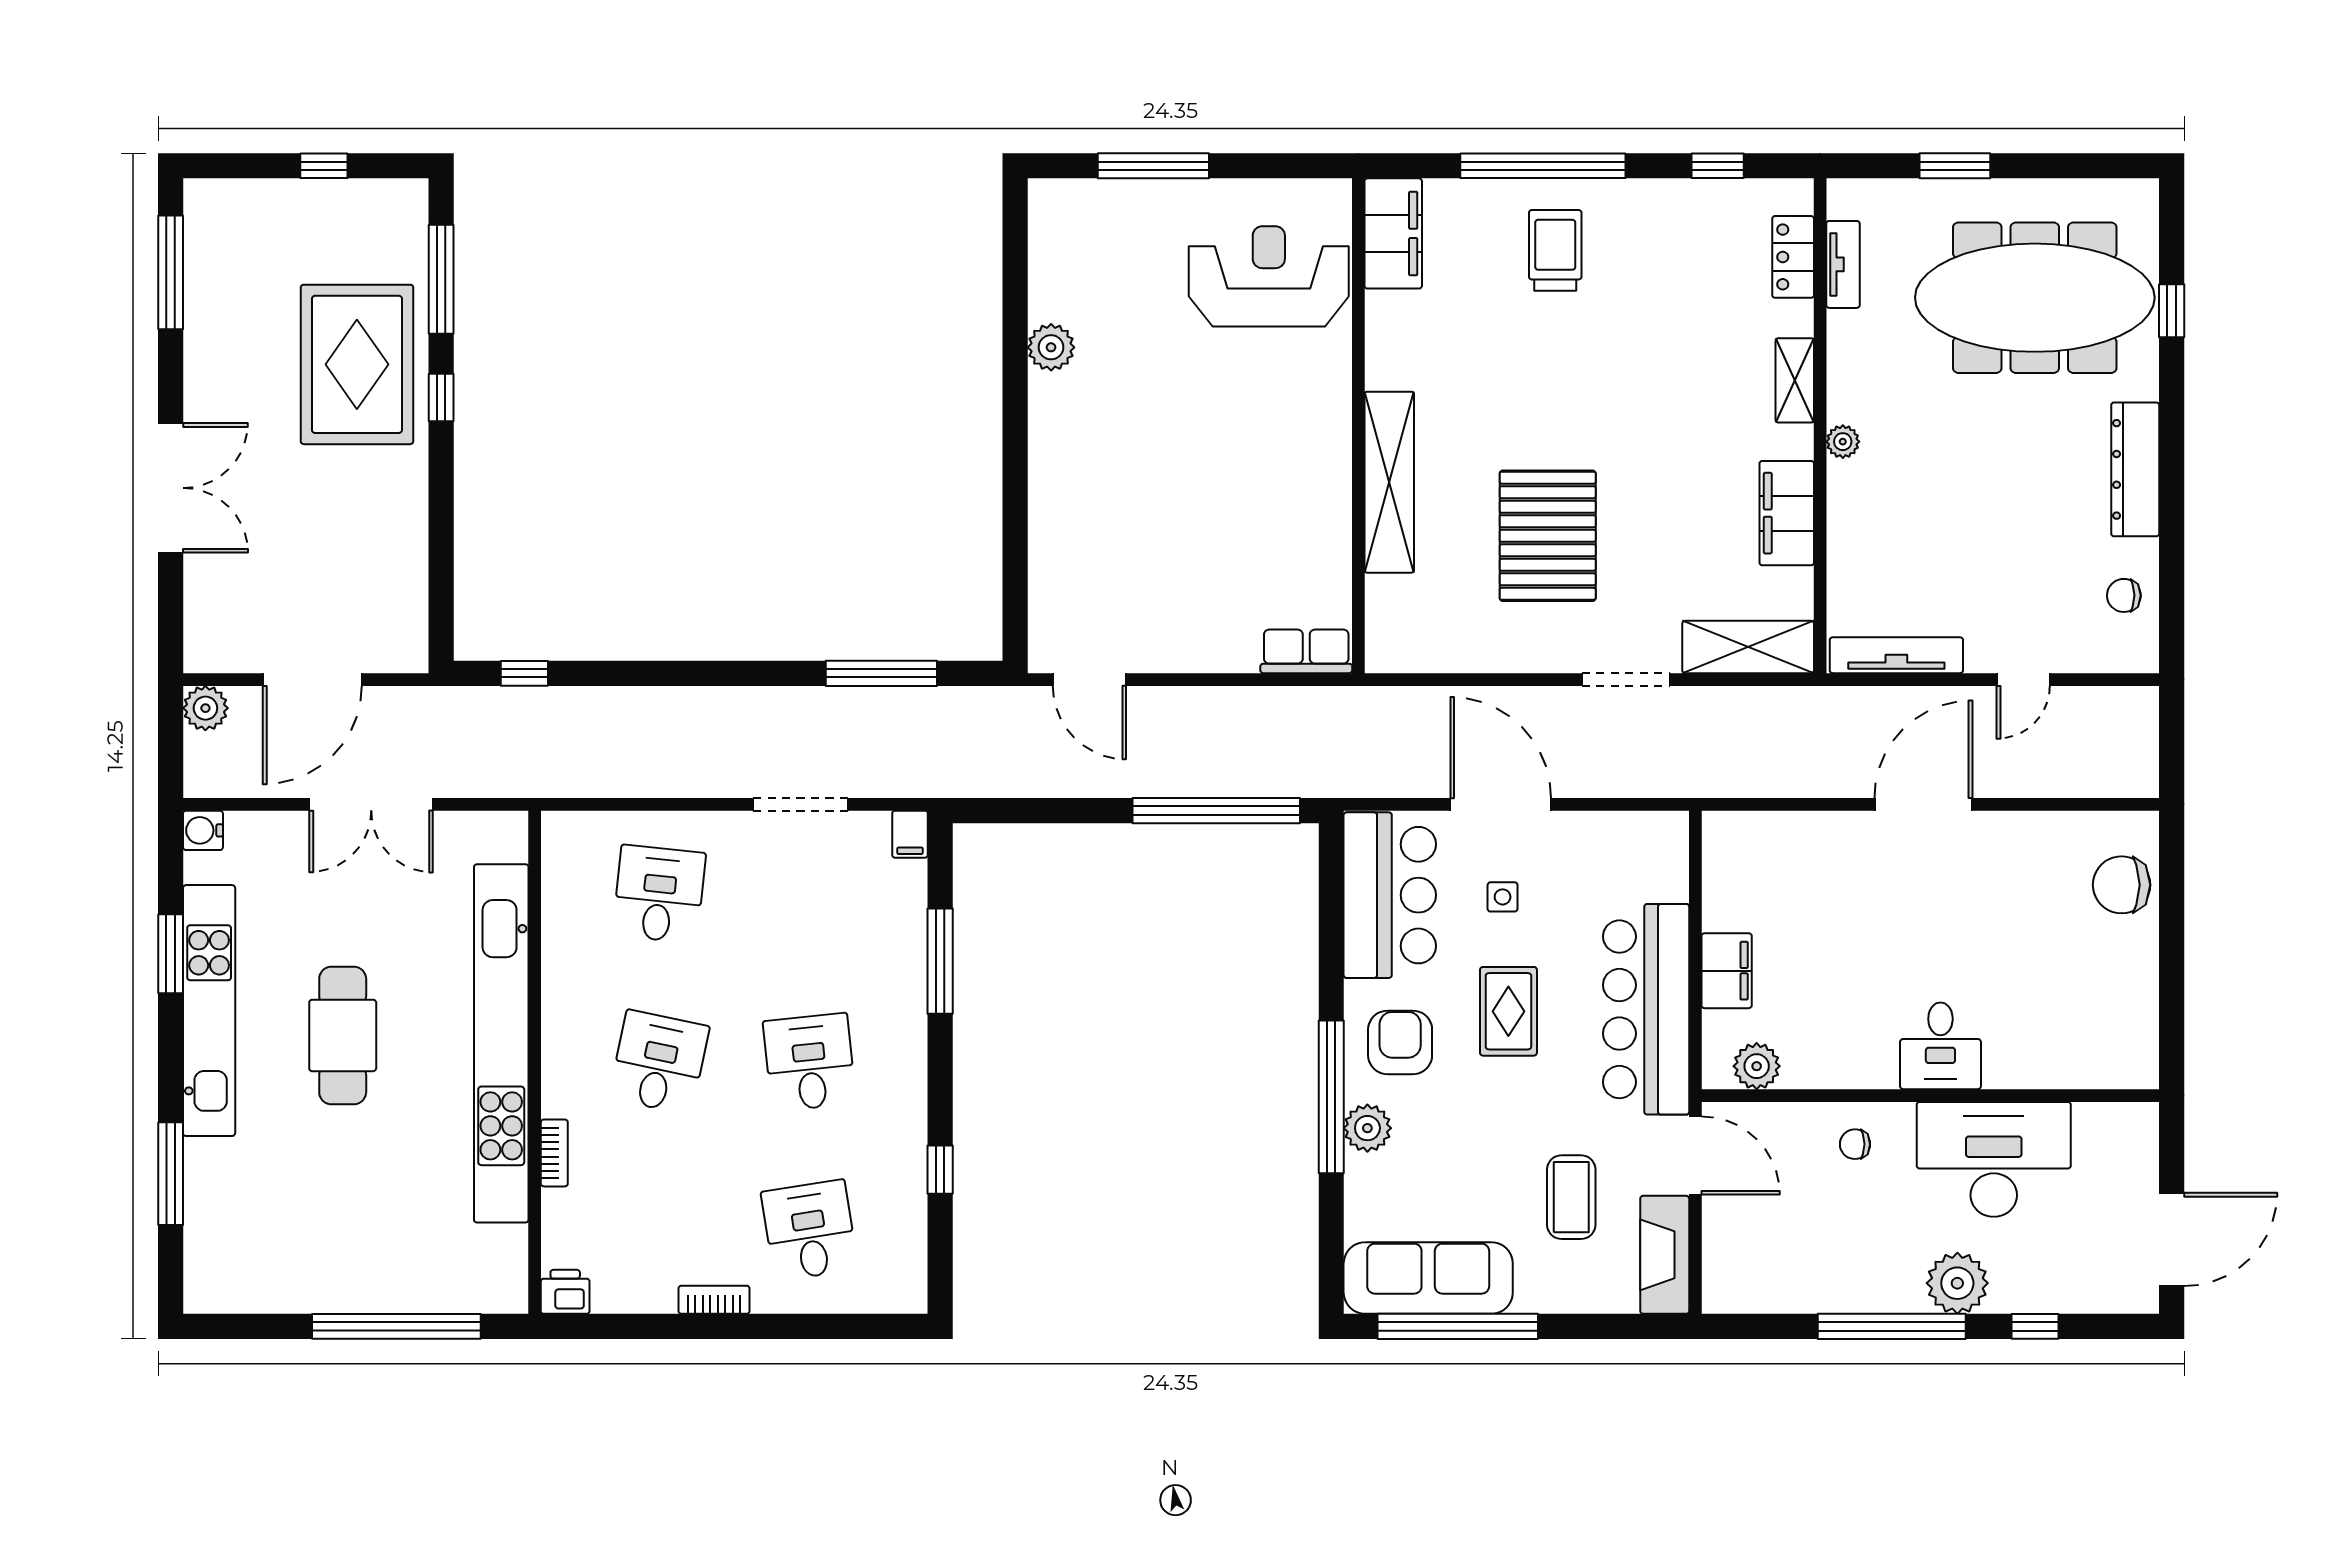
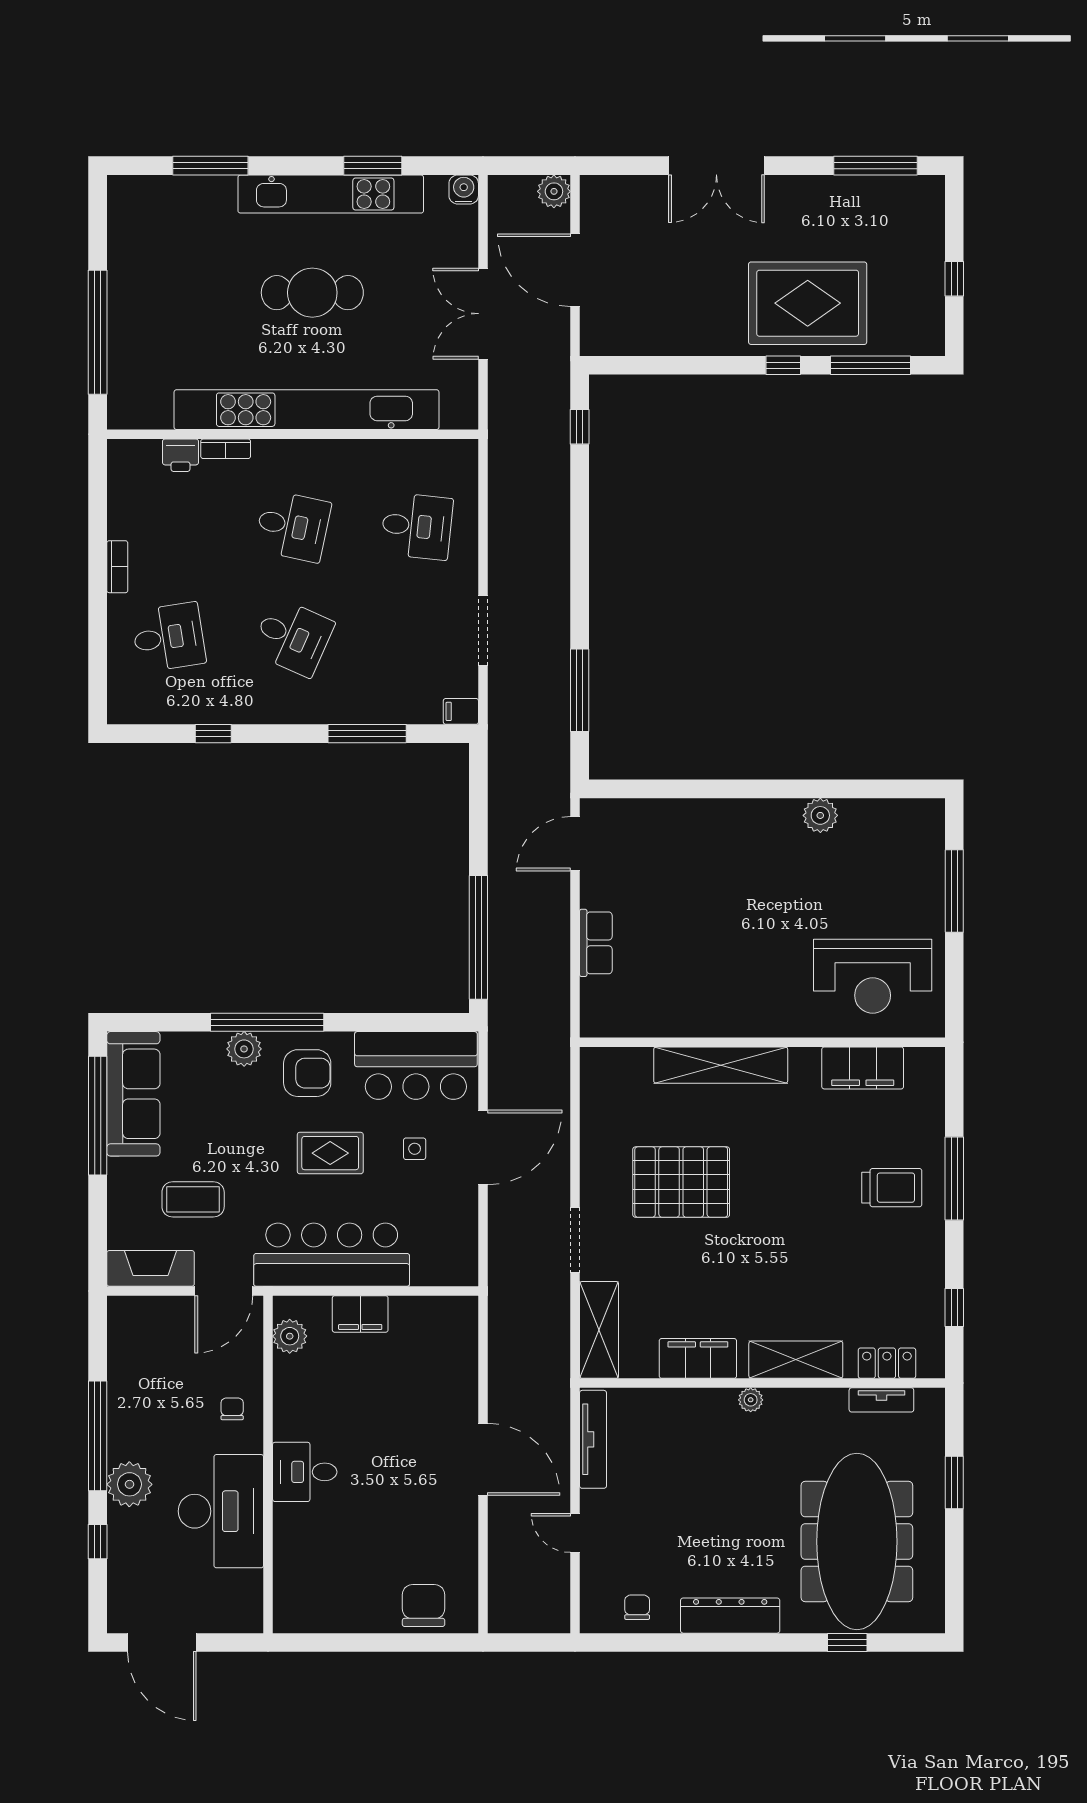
window: (1543, 166) -> (954, 1178), width x0.68
filing cabinet: (1393, 233) -> (863, 1068), moved
reception desk: (1269, 276) -> (873, 976), turned 90
shelving: (1795, 380) -> (796, 1360), width x1.50, depth x1.33
row of seats: (1306, 651) -> (596, 943), moved
desk: (810, 1062) -> (293, 637), turned 30
printer: (565, 1292) -> (180, 455), moved, turned 90

